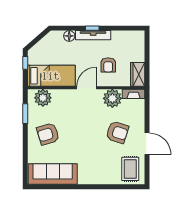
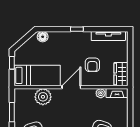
tv unit: (93, 35) -> (108, 36), moved
floor lamp: (69, 36) -> (43, 37), moved
plant: (43, 98) -> (43, 97), moved
plant: (112, 98) -> (101, 93), width x0.53, depth x0.53

